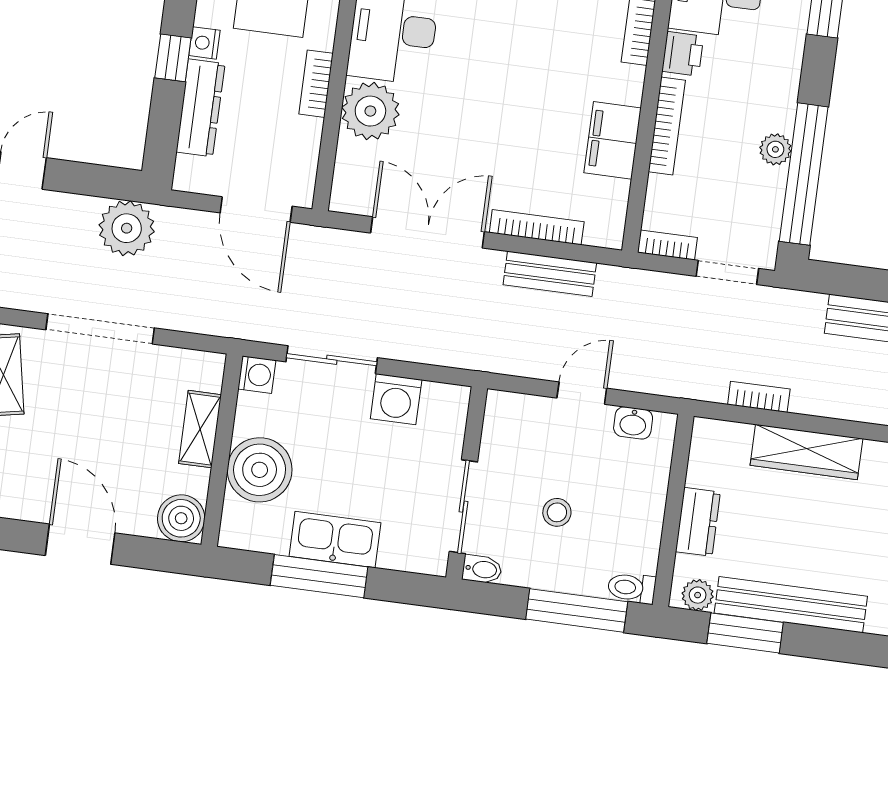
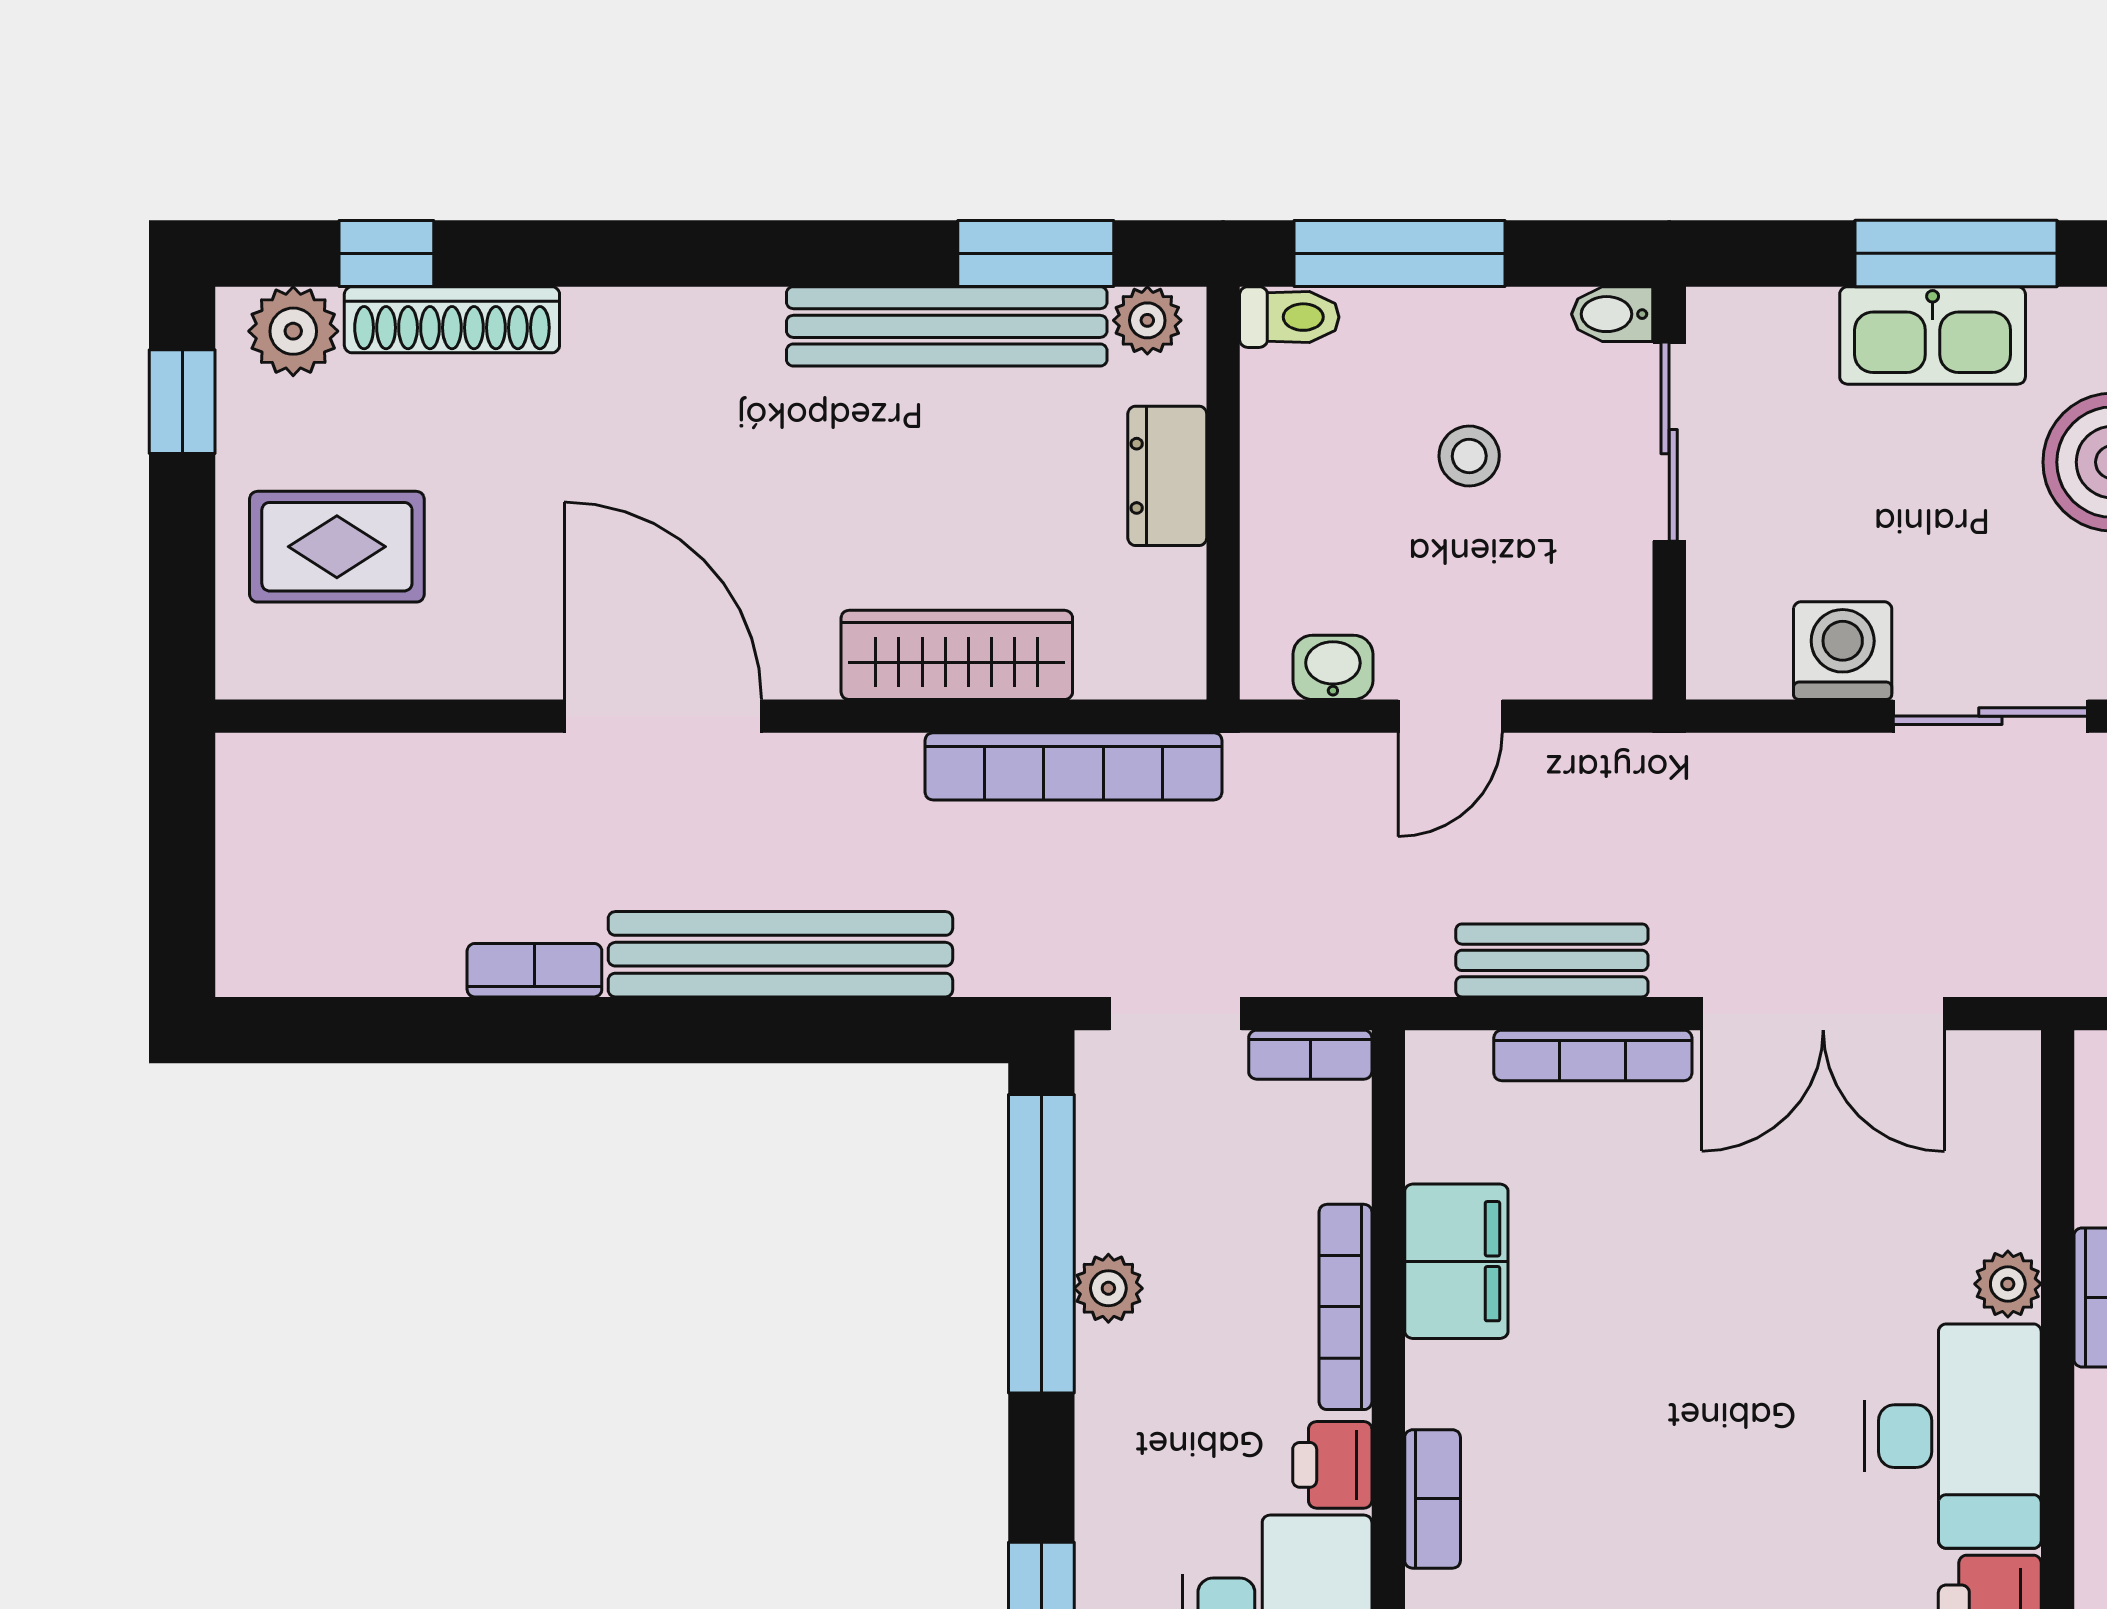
plant: (370, 111) -> (2008, 1284), width x0.53, depth x0.53
bookcase: (759, 397) -> (1073, 766), width x2.31, depth x1.31

